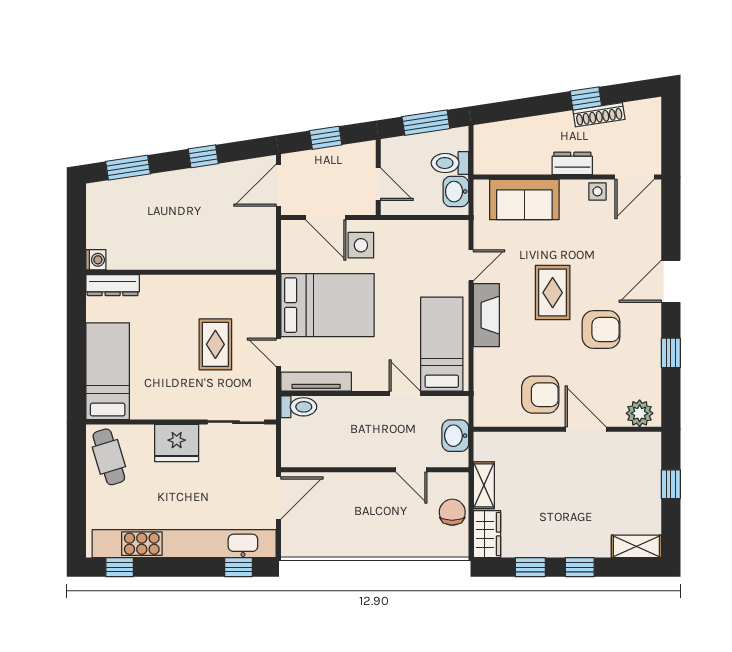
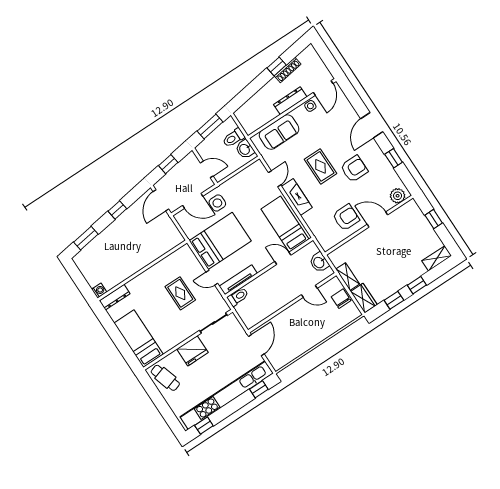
dresser: (572, 163) -> (290, 101), width x1.44

